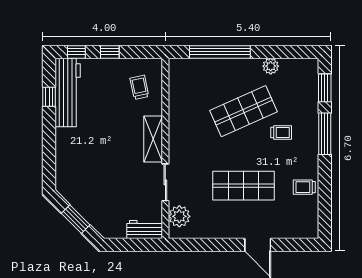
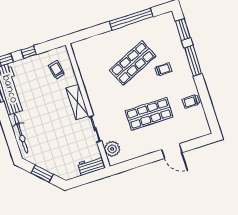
window: (220, 52) -> (131, 19), moved
plant: (271, 66) -> (141, 27), removed
bicycle: (65, 157) -> (21, 134), added

